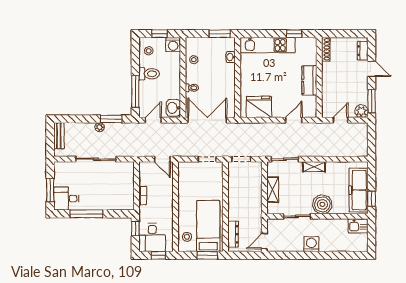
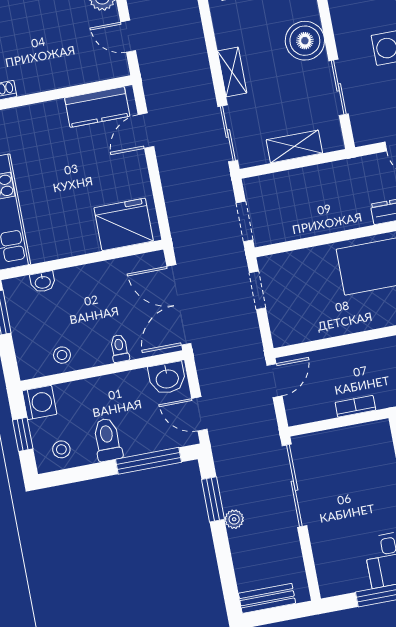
kitchen counter: (309, 80) -> (97, 107), moved
fridge: (259, 107) -> (124, 224), moved, turned 90
door: (294, 120) -> (146, 131), hinge flipped
sliding door: (96, 159) -> (294, 486), moved

